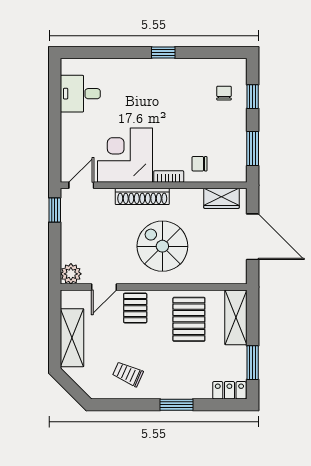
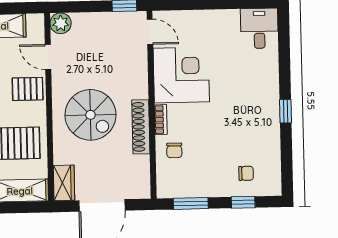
desk: (80, 94) -> (259, 28), moved
chair: (200, 164) -> (174, 150), turned 180
shoe rack: (142, 196) -> (141, 127), moved
wardrobe: (221, 198) -> (64, 183), moved, turned 180
spiral stairs: (162, 246) -> (90, 115), turned 90

